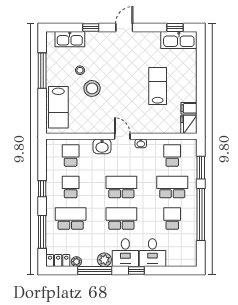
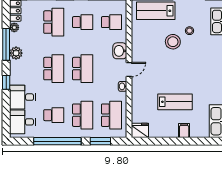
filing cabinet: (189, 108) -> (184, 131), moved
school desk: (172, 155) -> (111, 115), width x1.85
desk: (125, 253) -> (23, 122), moved

